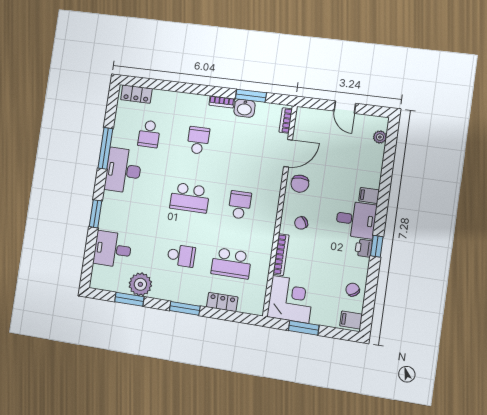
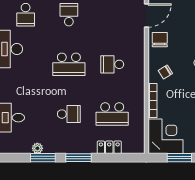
chair: (300, 184) -> (160, 40), turned 180
school desk: (240, 205) -> (112, 64), turned -90
plant: (140, 284) -> (37, 148), width x0.53, depth x0.53
window: (129, 299) -> (43, 158), moved

